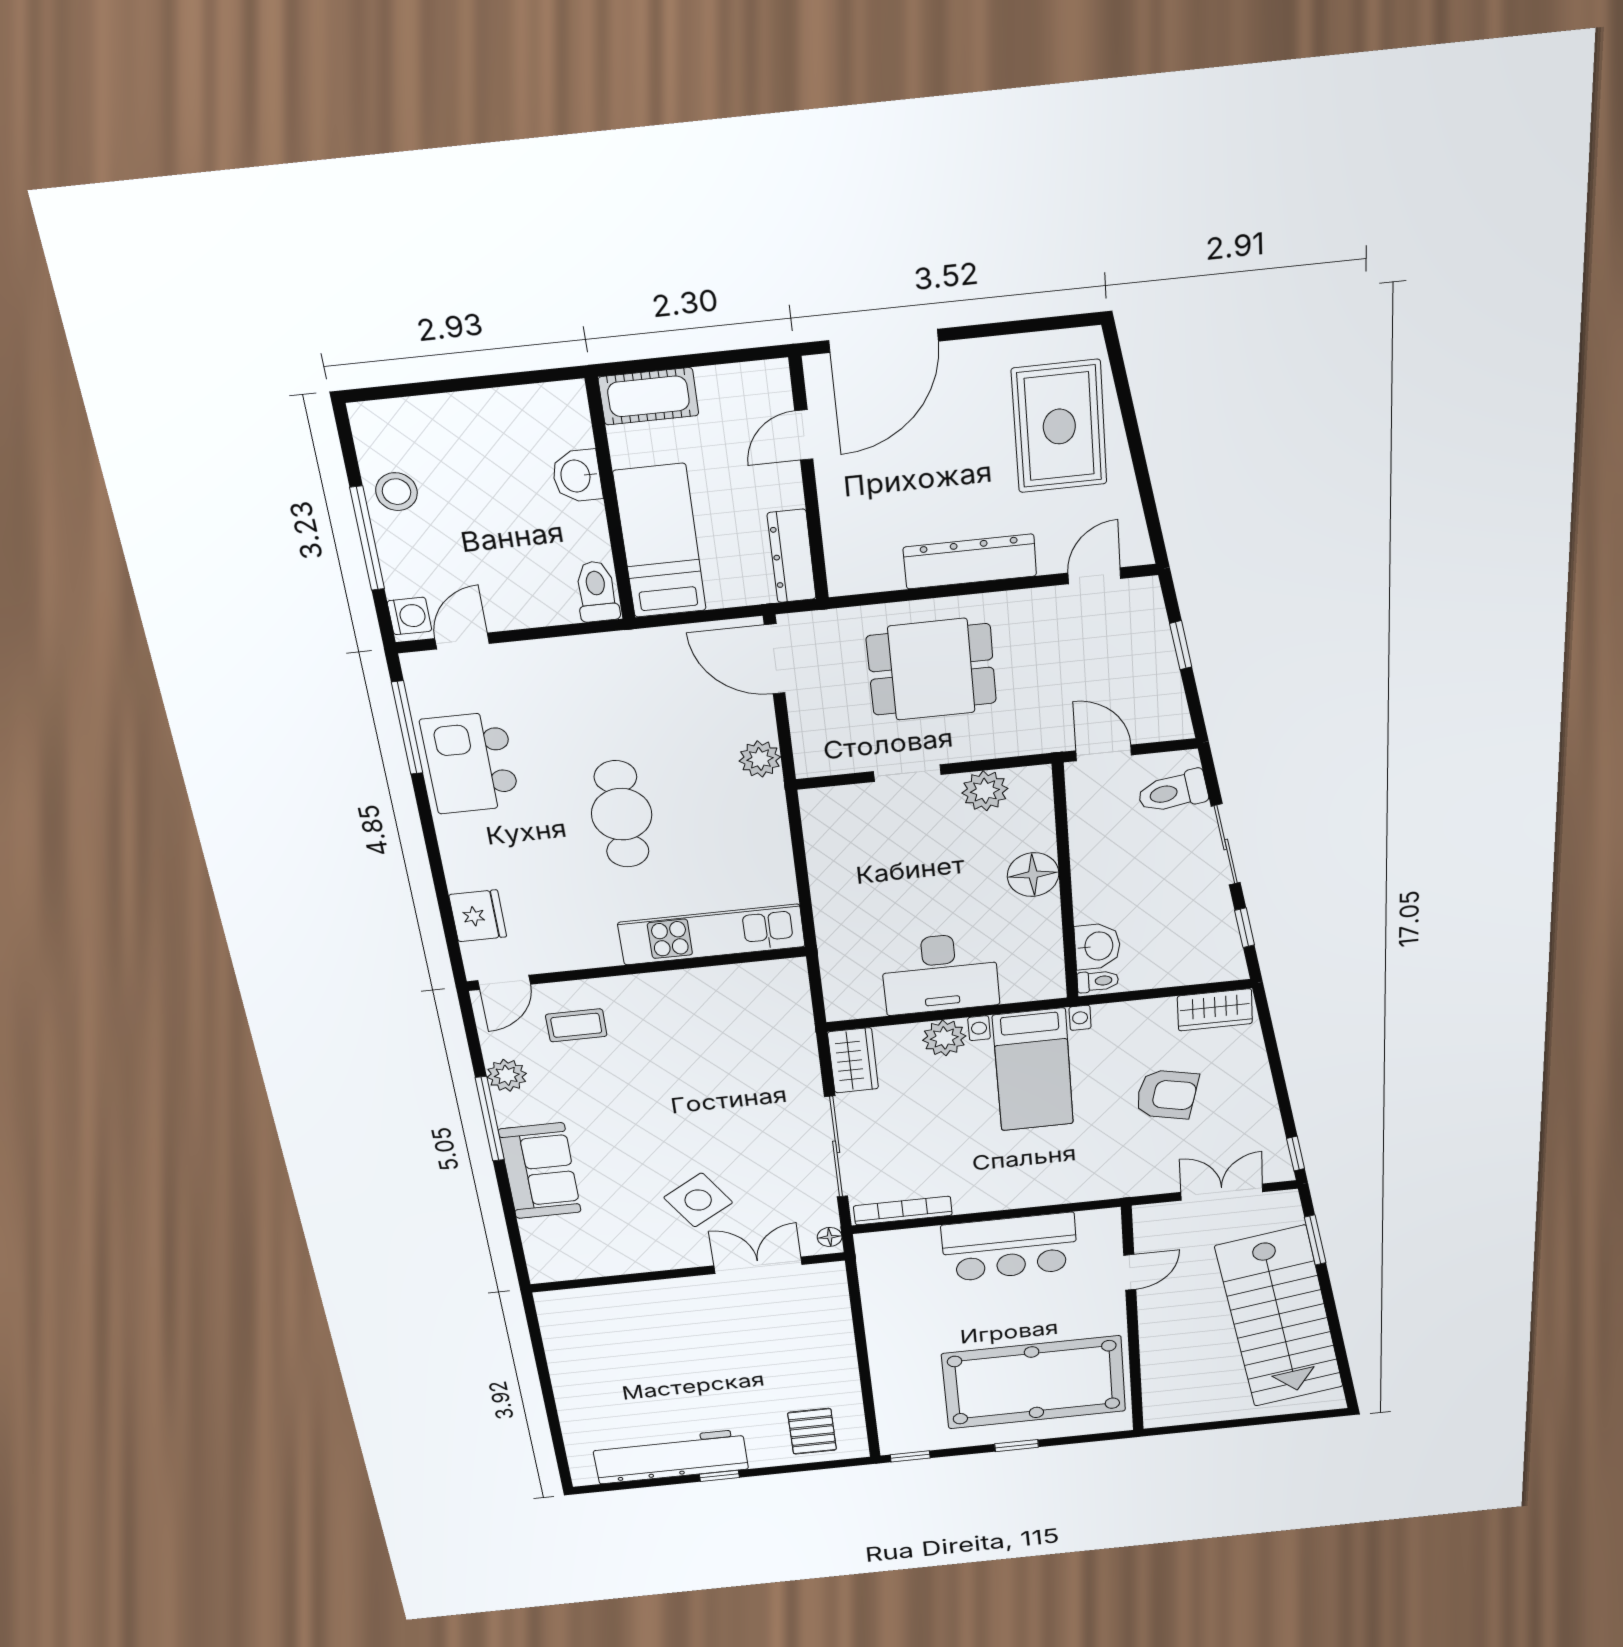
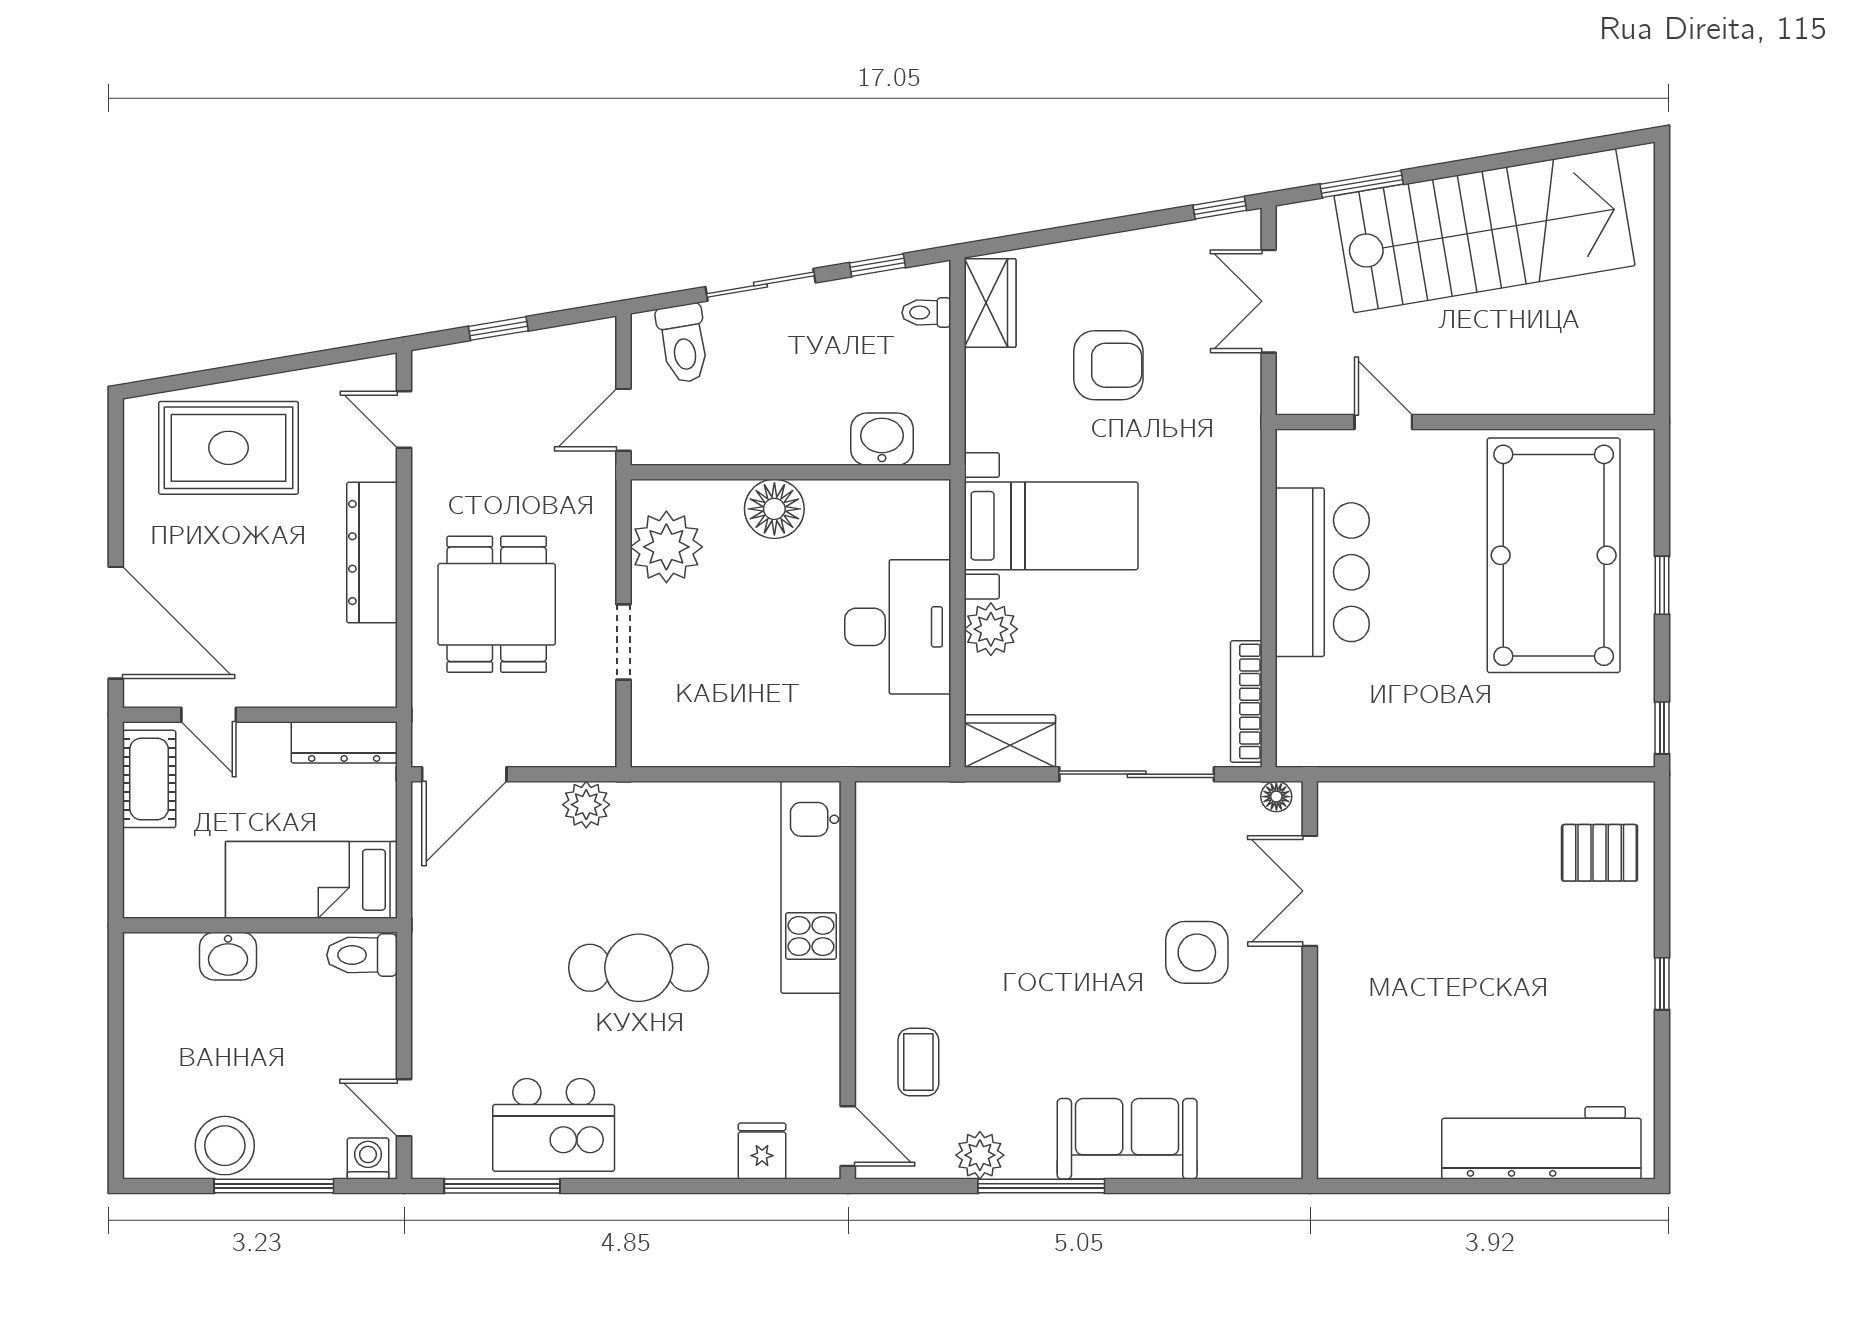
cot: (648, 396) -> (149, 779), moved
stool: (396, 492) -> (225, 1146), width x1.38, depth x1.38
plant: (985, 791) -> (666, 547), width x1.36, depth x1.36
fridge: (478, 916) -> (762, 1151), width x0.72
toilet: (1098, 981) -> (926, 313), moved, turned -90
armchair: (1167, 1094) -> (1108, 365), turned 77
side table: (698, 1200) -> (1197, 952), turned 32
workbench: (671, 1457) -> (1541, 1143), moved, turned 90

